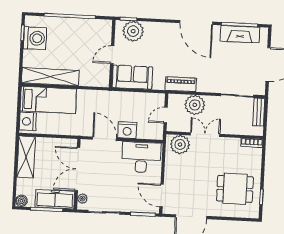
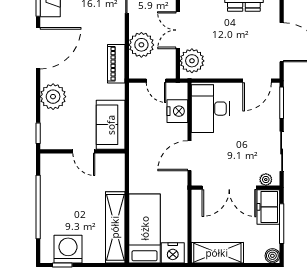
plant: (133, 31) -> (53, 97), moved
nightstand: (127, 130) -> (177, 111), moved
freezer: (55, 199) -> (268, 207), width x0.71

